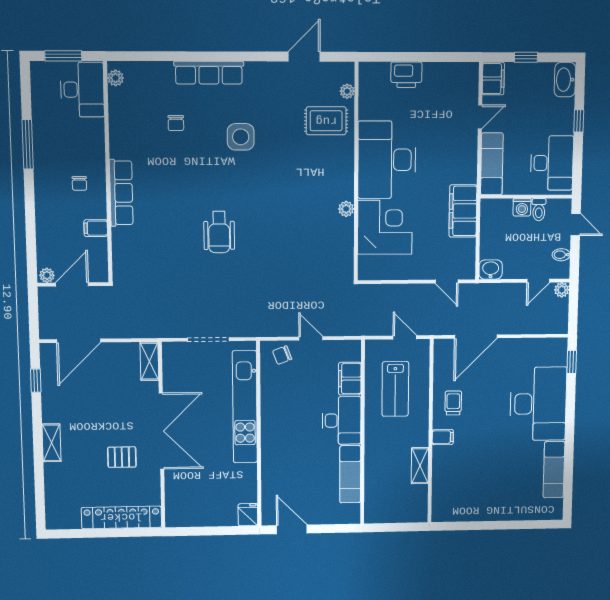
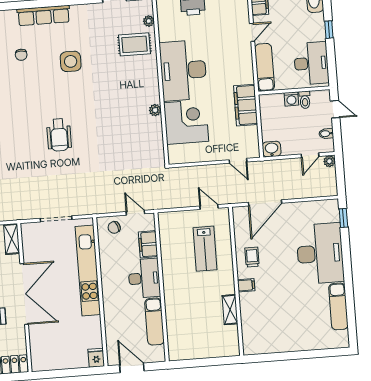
filing cabinet: (350, 379) -> (148, 244), moved
desk: (342, 420) -> (144, 278), moved
wall: (363, 433) -> (162, 287), moved
exam couch: (350, 474) -> (155, 322), moved

